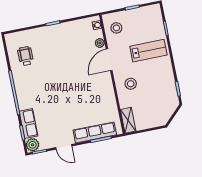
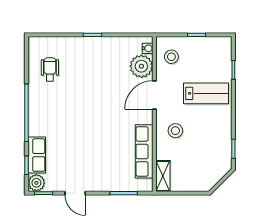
plant: (100, 43) -> (141, 66), width x1.88, depth x1.88
row of seats: (95, 132) -> (144, 151), moved, turned -90

